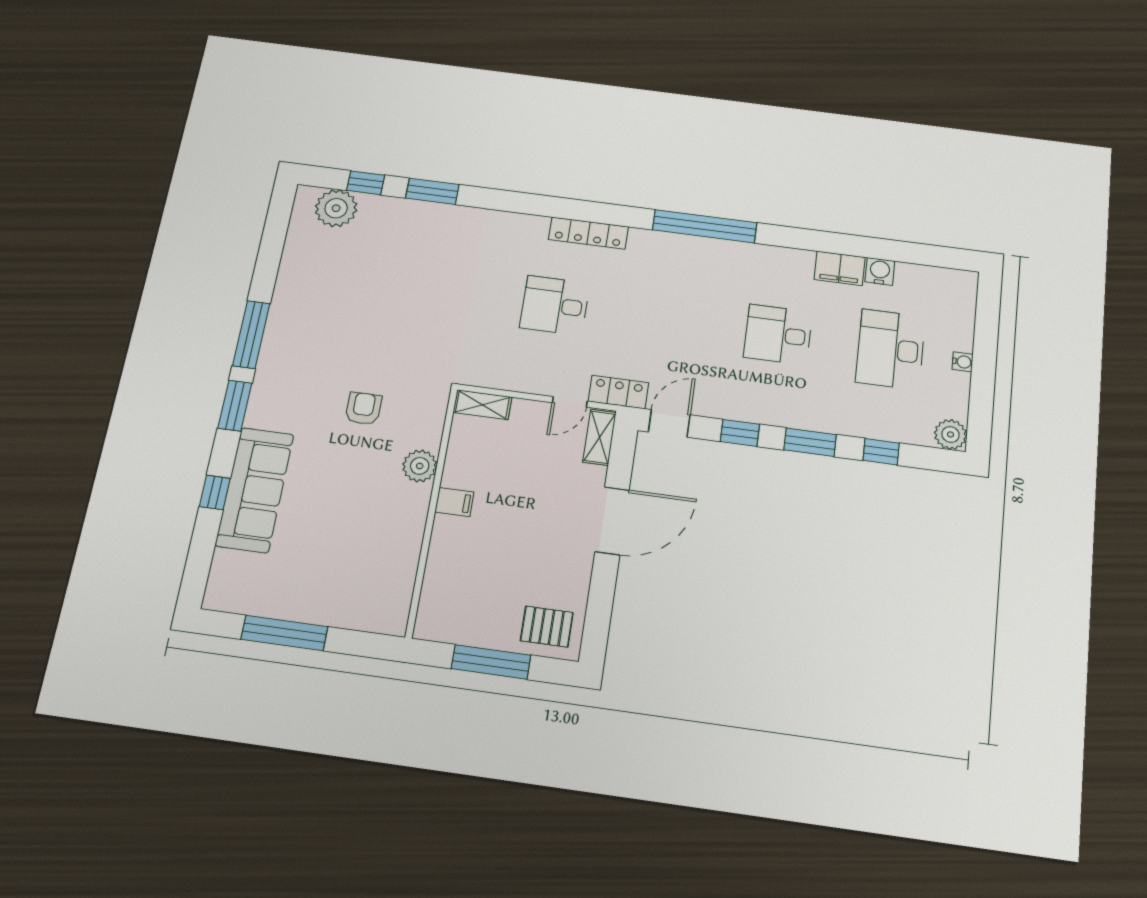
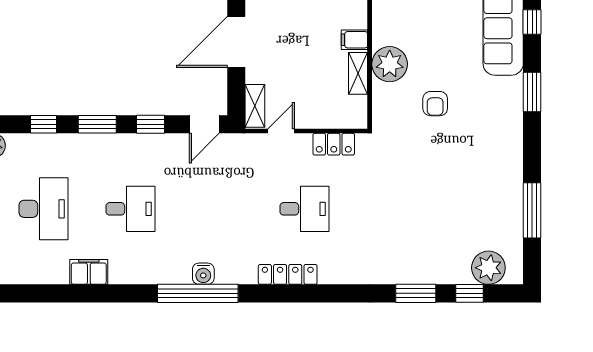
water cooler: (880, 271) -> (203, 274), moved
window: (251, 335) -> (532, 210), moved
locker: (618, 392) -> (334, 144), moved
shelving: (482, 405) -> (358, 73), moved, turned 90
plant: (420, 466) -> (390, 64), width x1.36, depth x1.36

